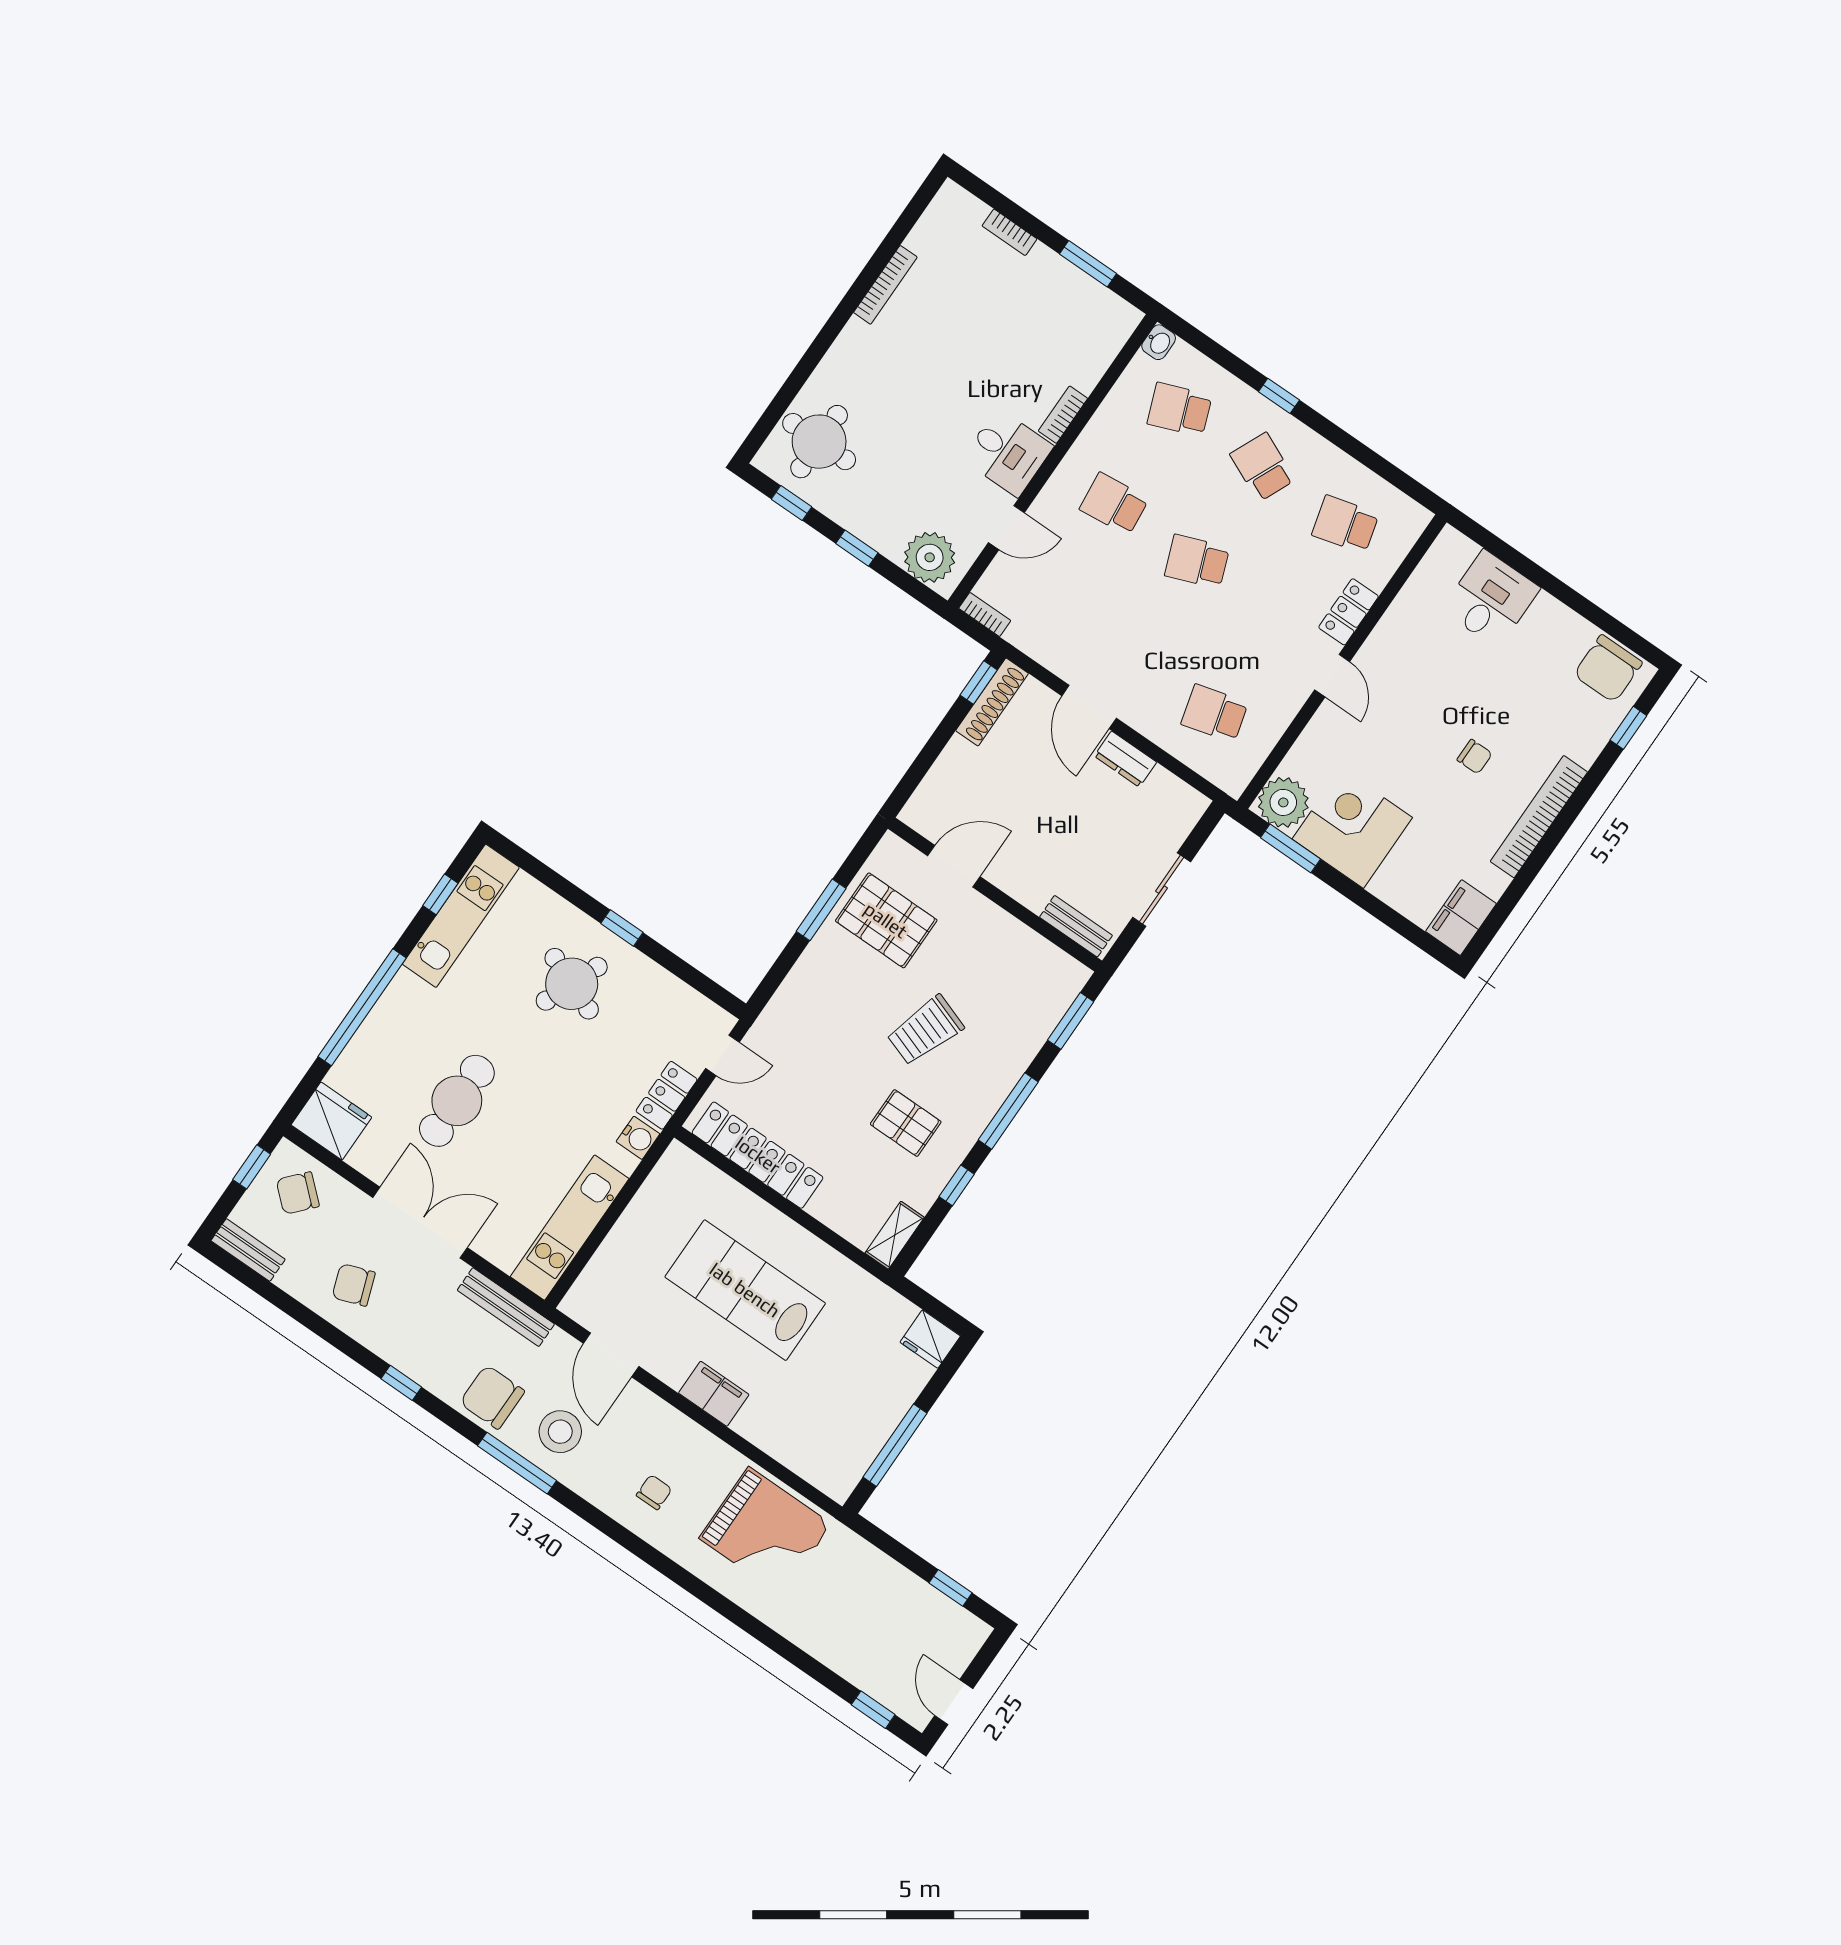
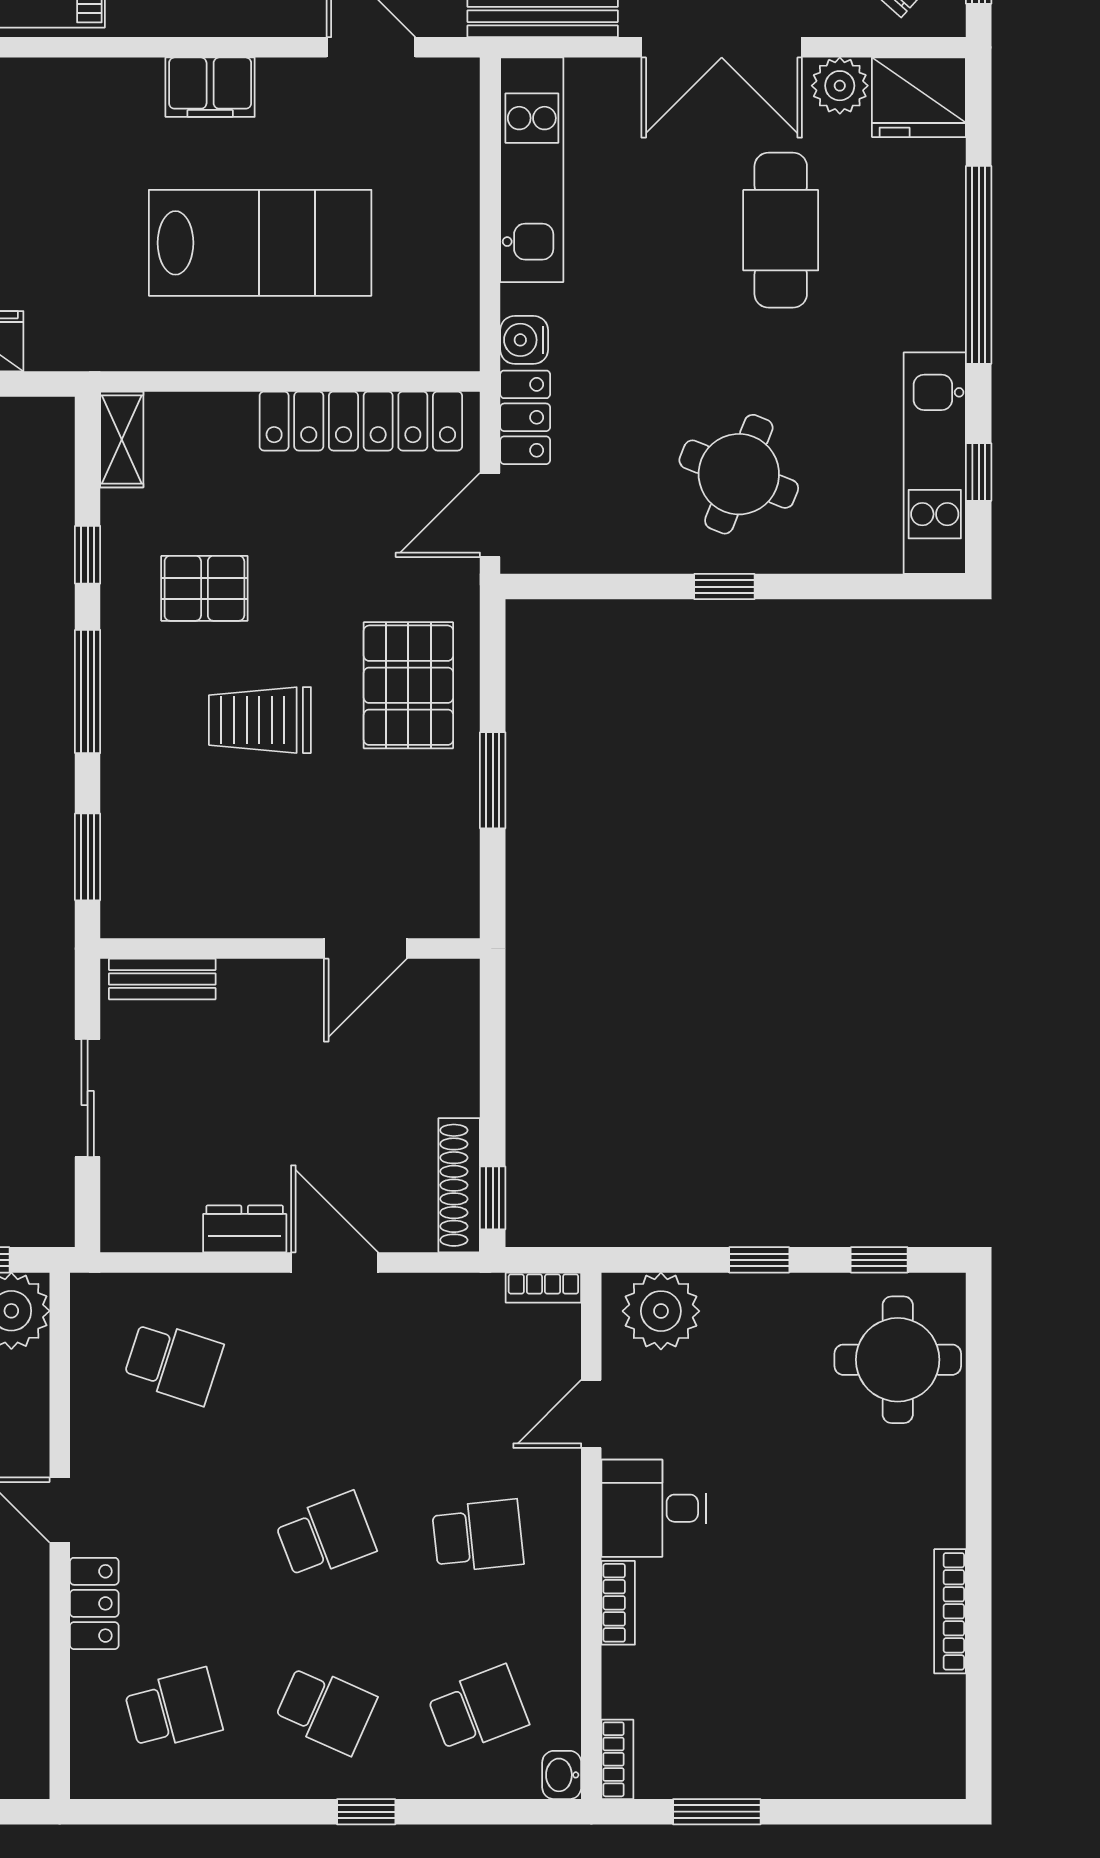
bookcase: (1010, 232) -> (617, 1759), moved, turned 90
school desk: (1215, 713) -> (173, 1362), turned 33
pallet: (886, 920) -> (408, 685), moved, turned 90
trolley: (925, 1030) -> (260, 720), turned -109
door: (723, 1055) -> (490, 515), width x1.38
plant: (370, 1157) -> (840, 86), added

